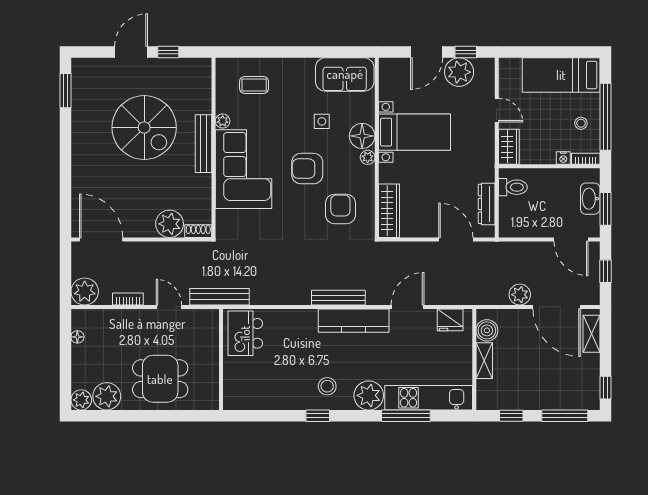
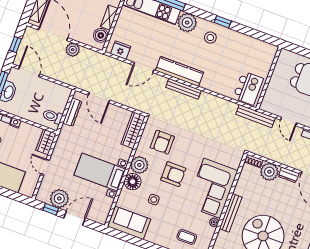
plant: (368, 157) -> (139, 165), width x1.88, depth x1.88
dresser: (140, 230) -> (289, 175), added

